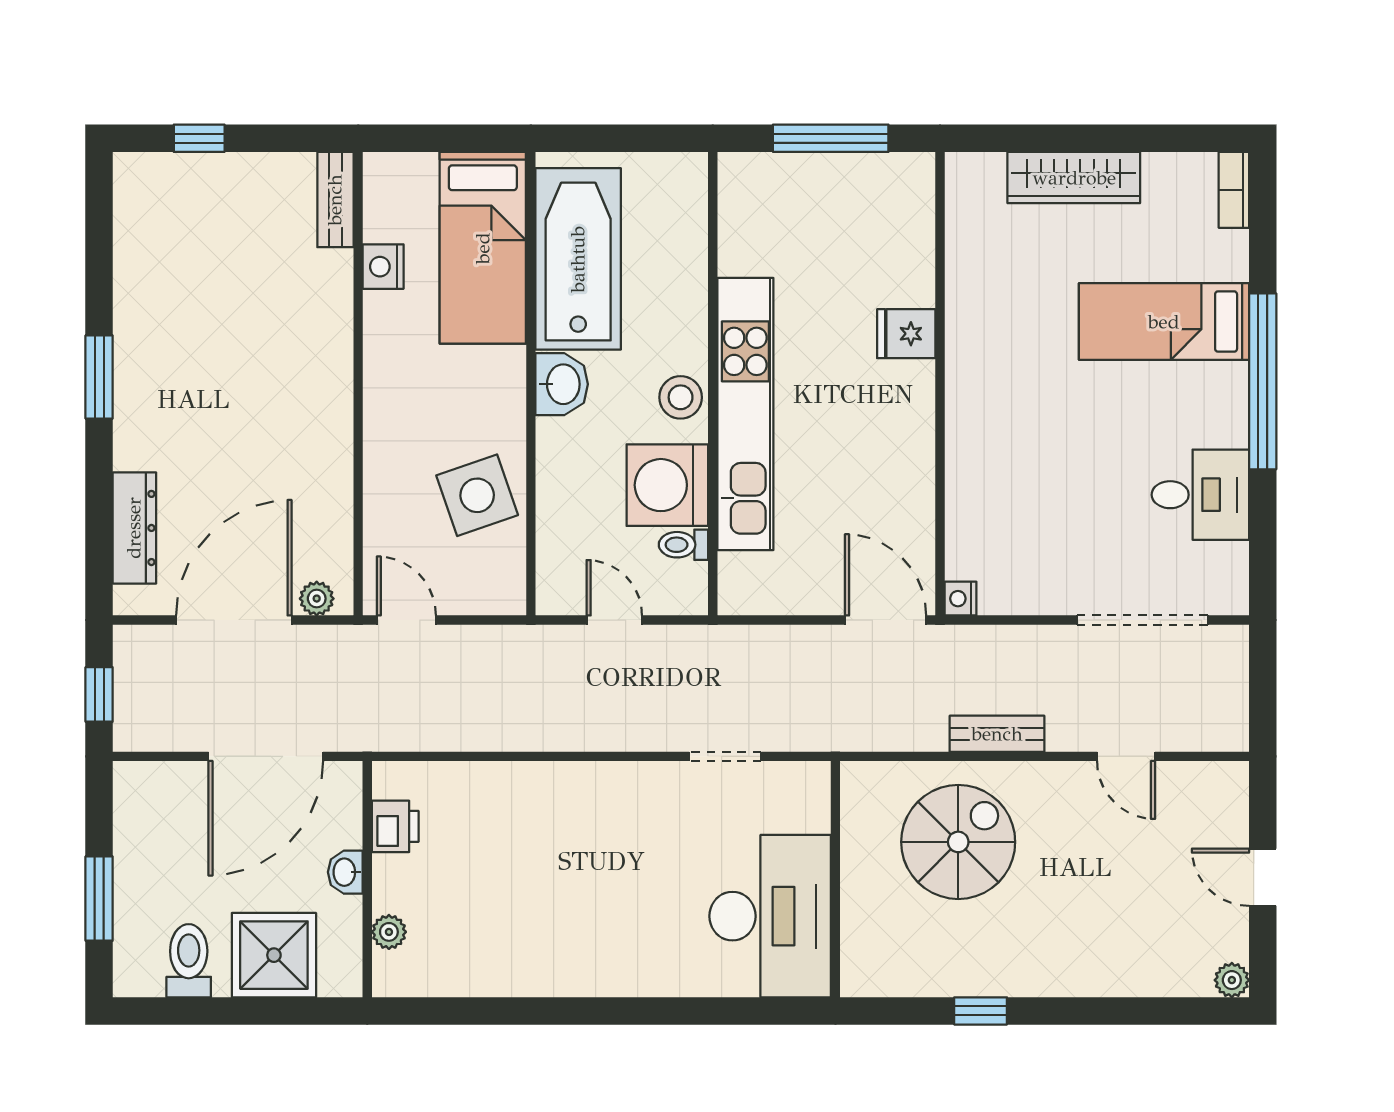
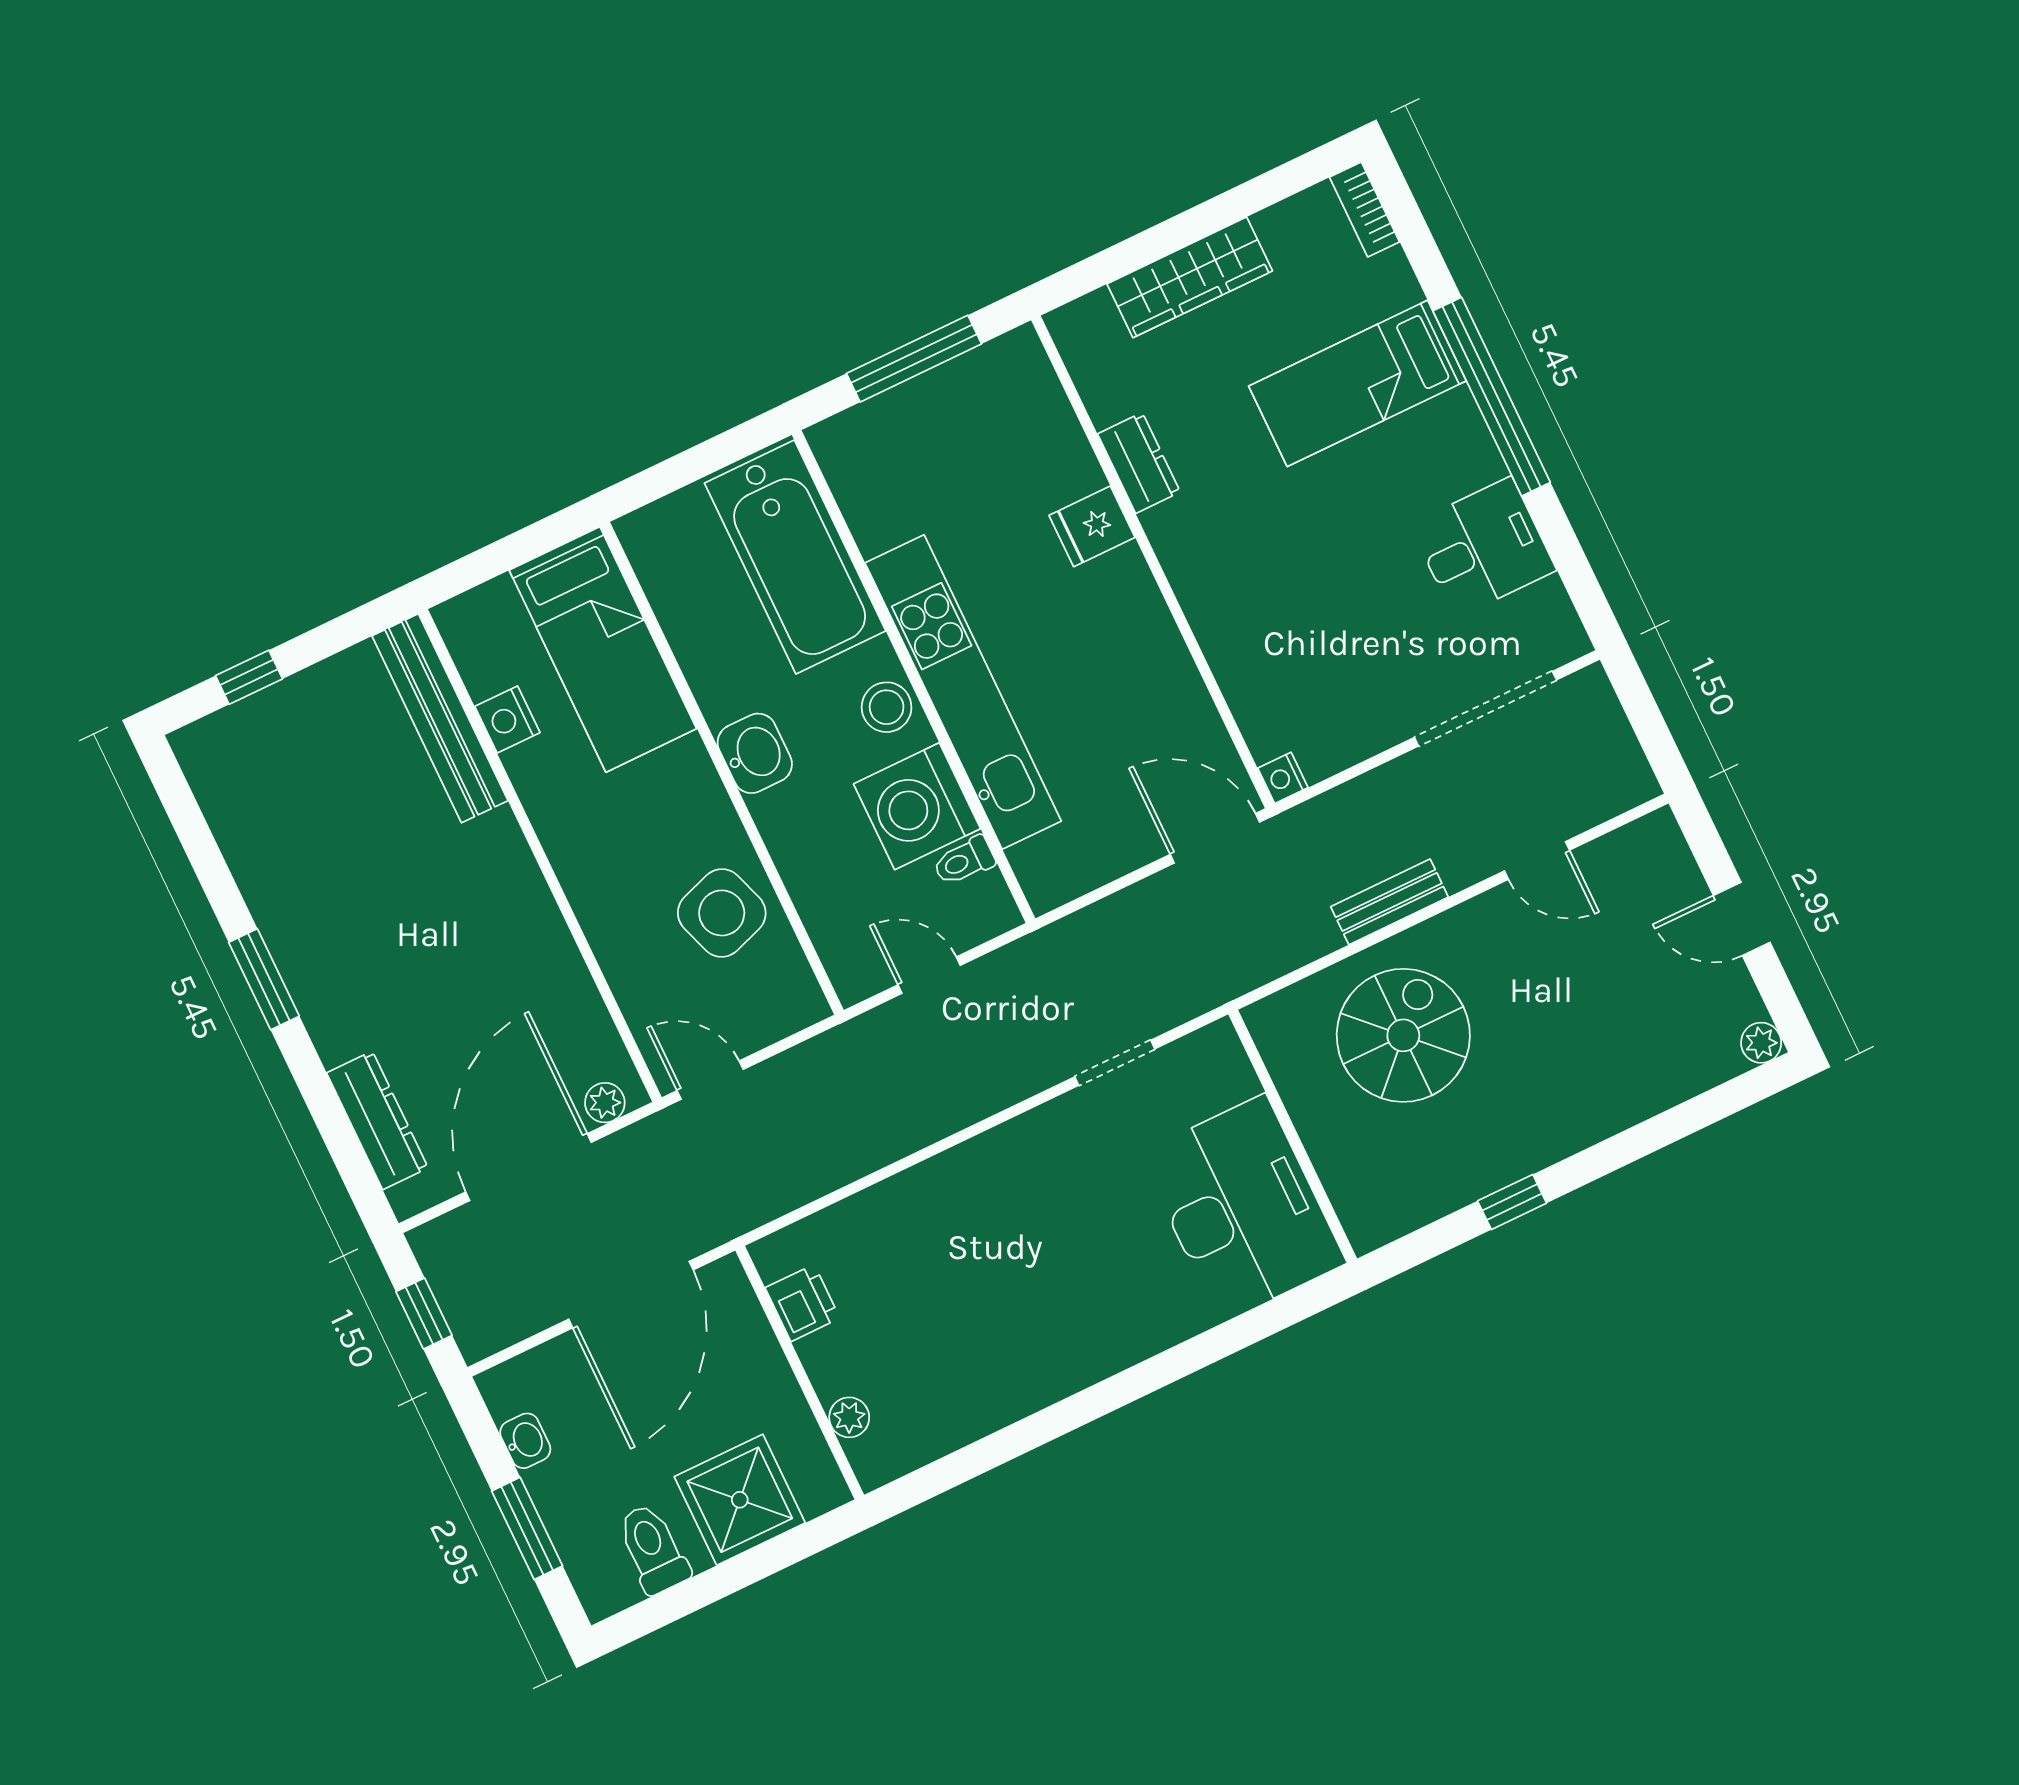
bench: (335, 200) -> (440, 718), width x1.86, depth x1.21
bathtub: (578, 259) -> (795, 557), moved, turned 180
dresser: (966, 302) -> (1139, 463), added
washbasin: (345, 872) -> (525, 1441), moved, turned 180

